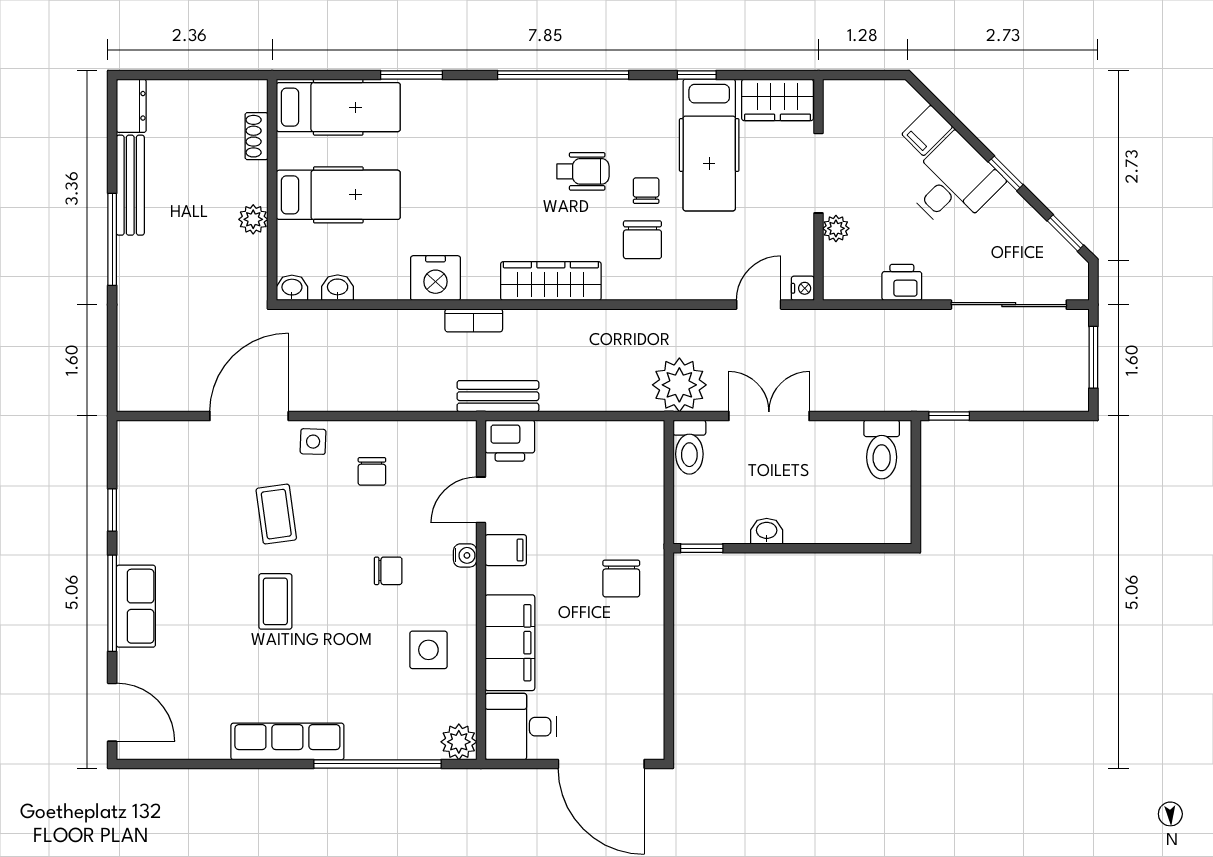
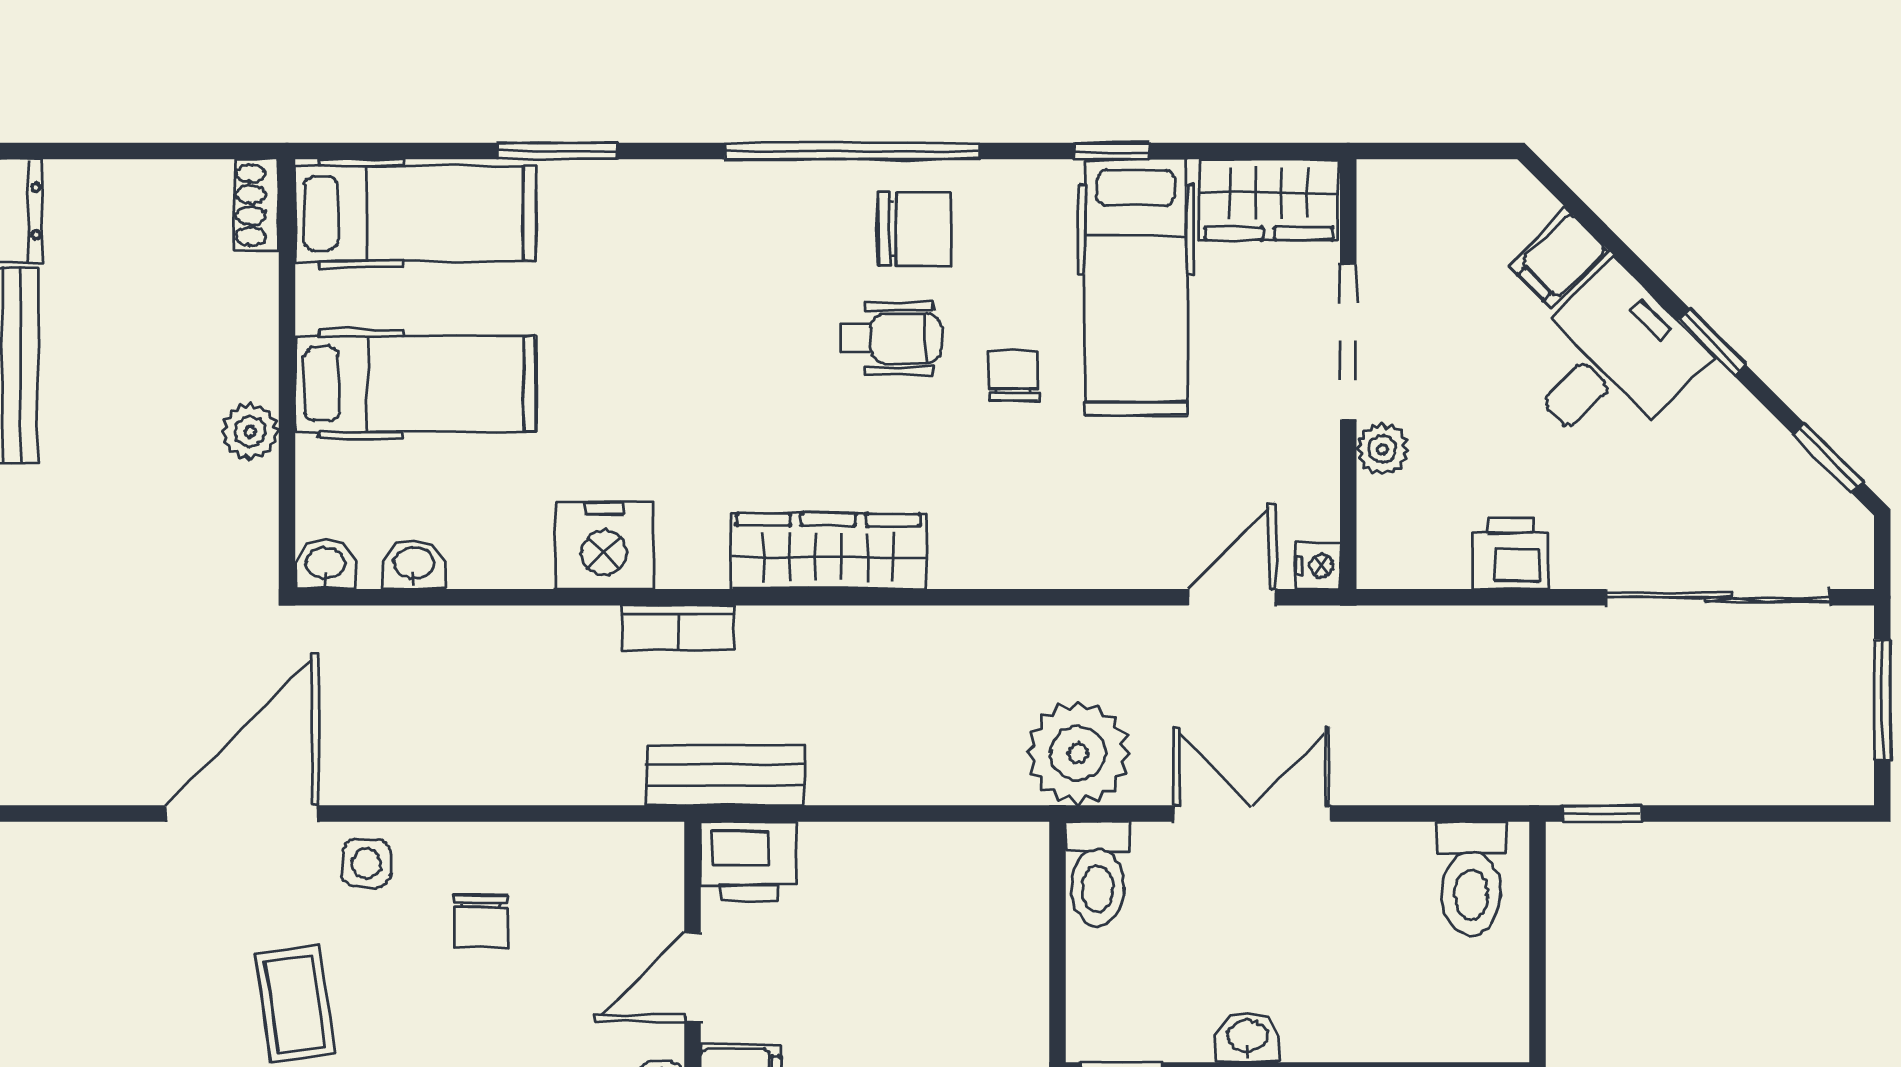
shoe rack: (257, 136) -> (257, 205), moved
chair: (642, 240) -> (915, 229), moved, turned -90

